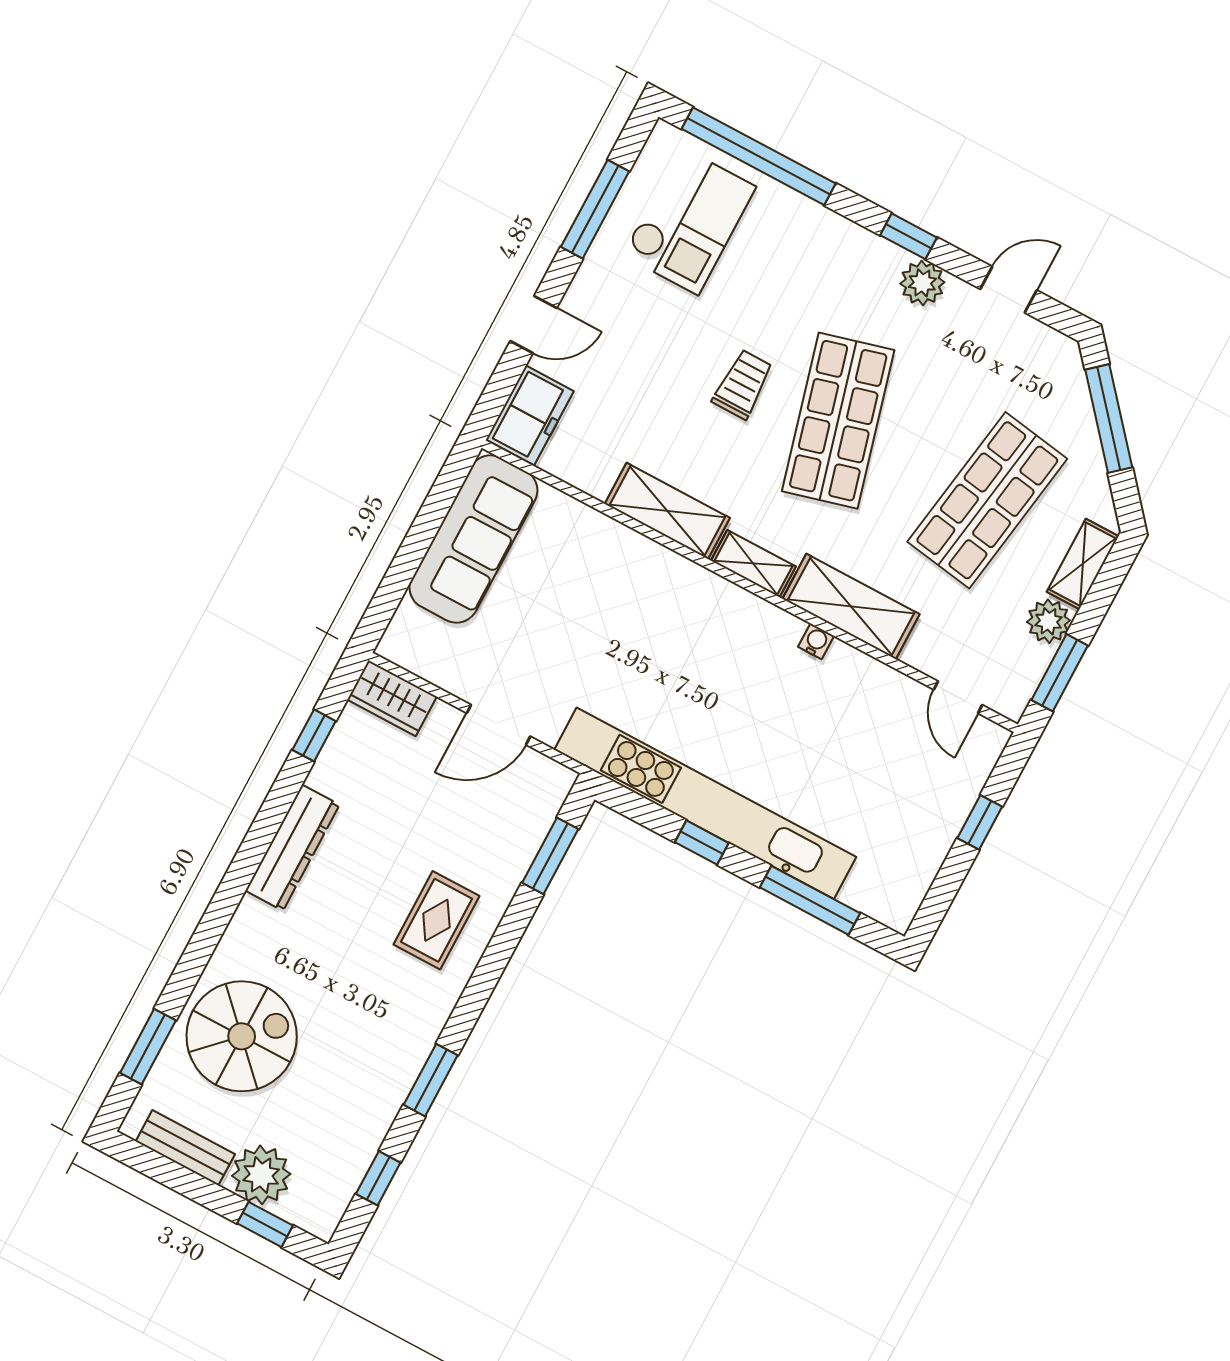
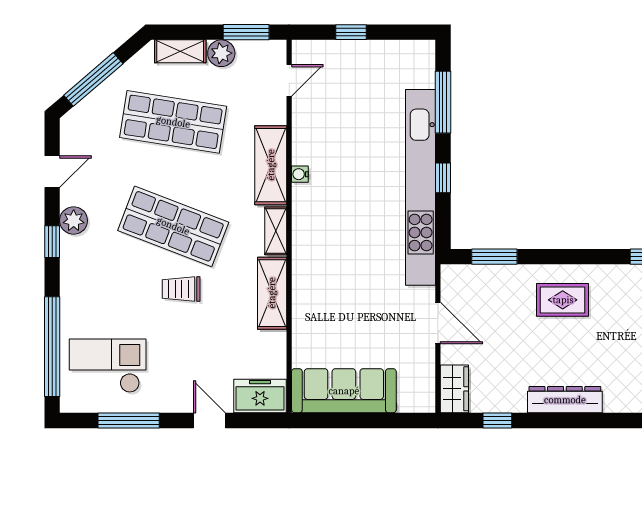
door: (1009, 290) -> (52, 172), swing flipped
shop shelf: (838, 421) -> (173, 226), turned 36

